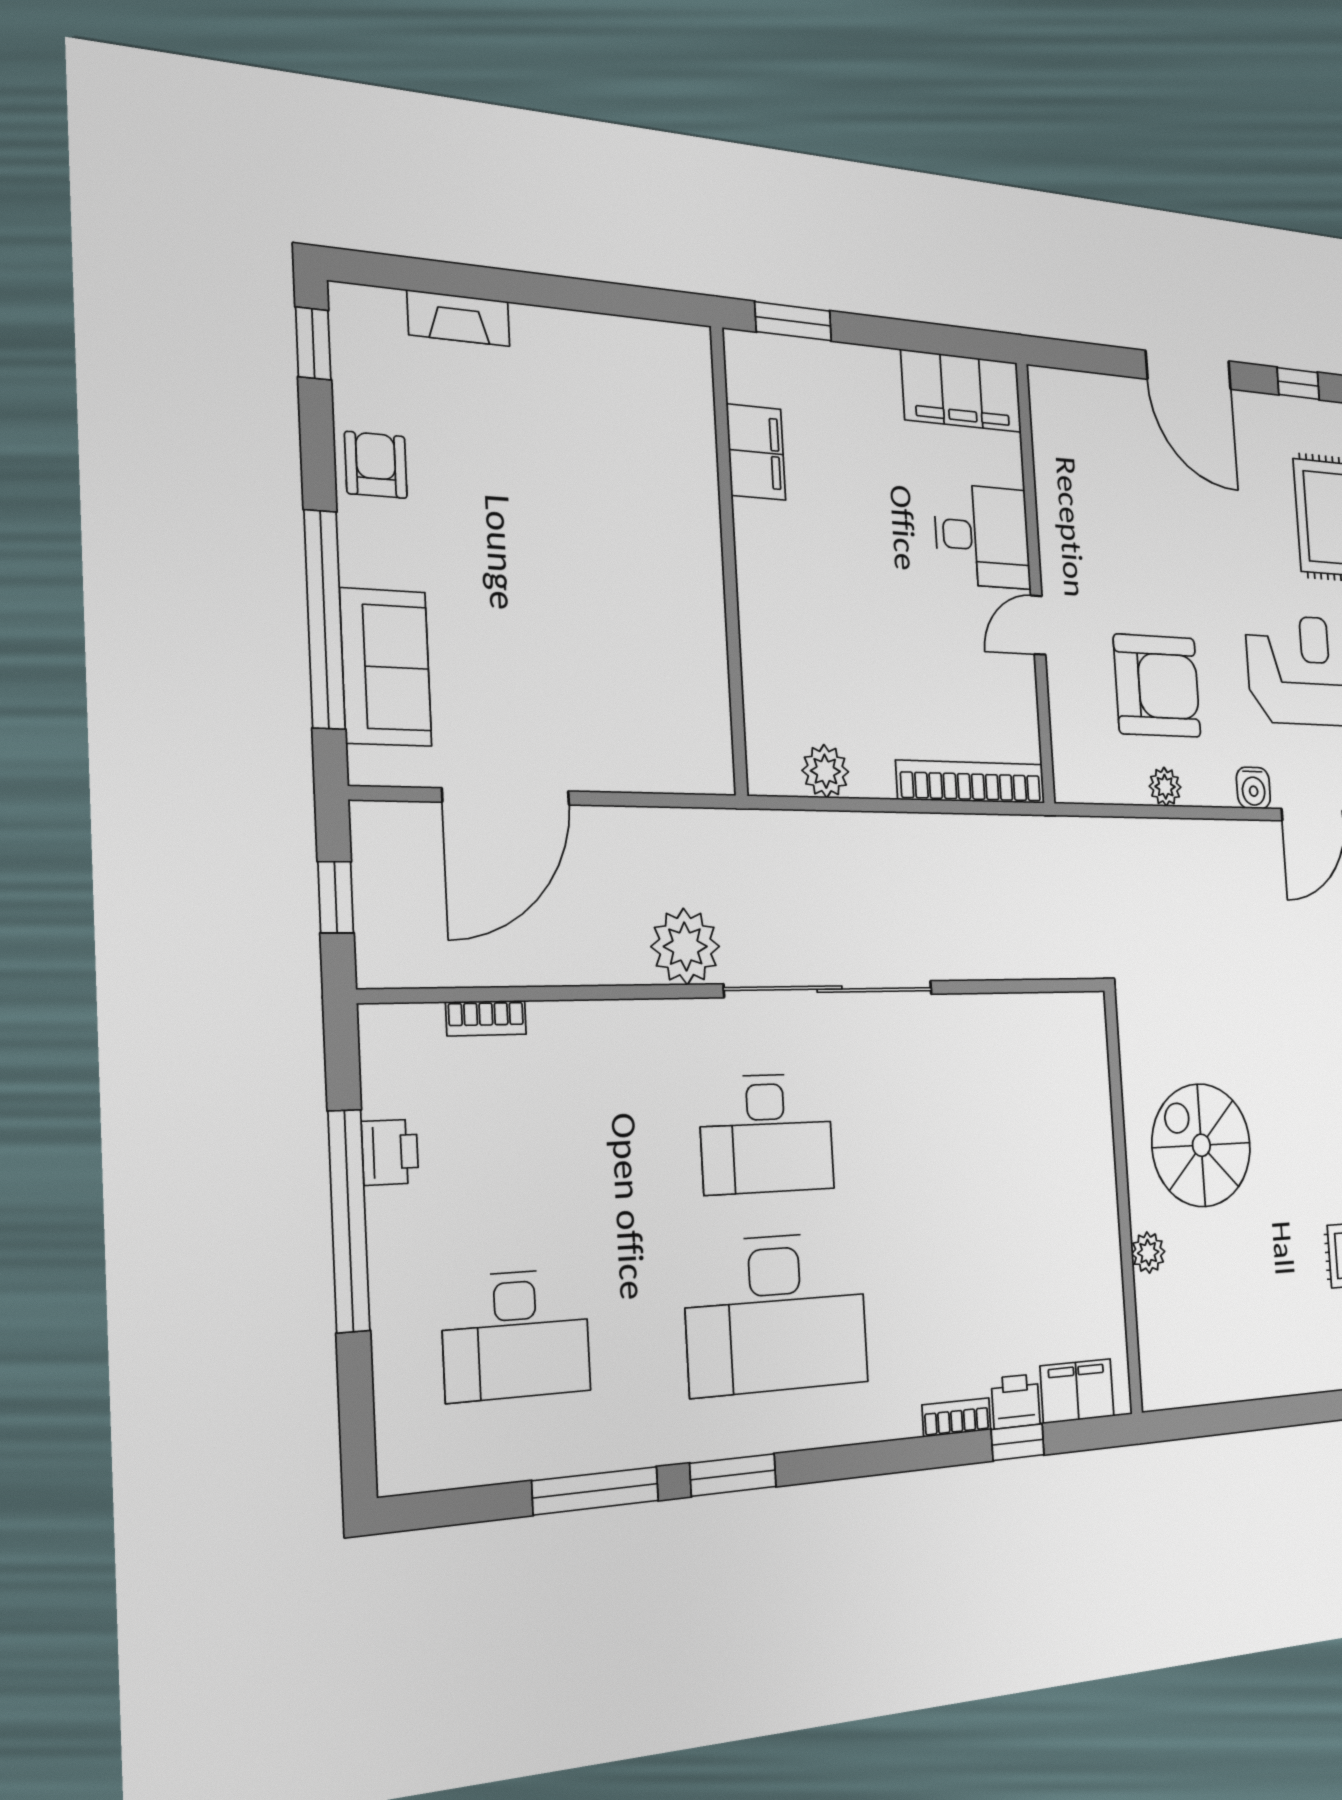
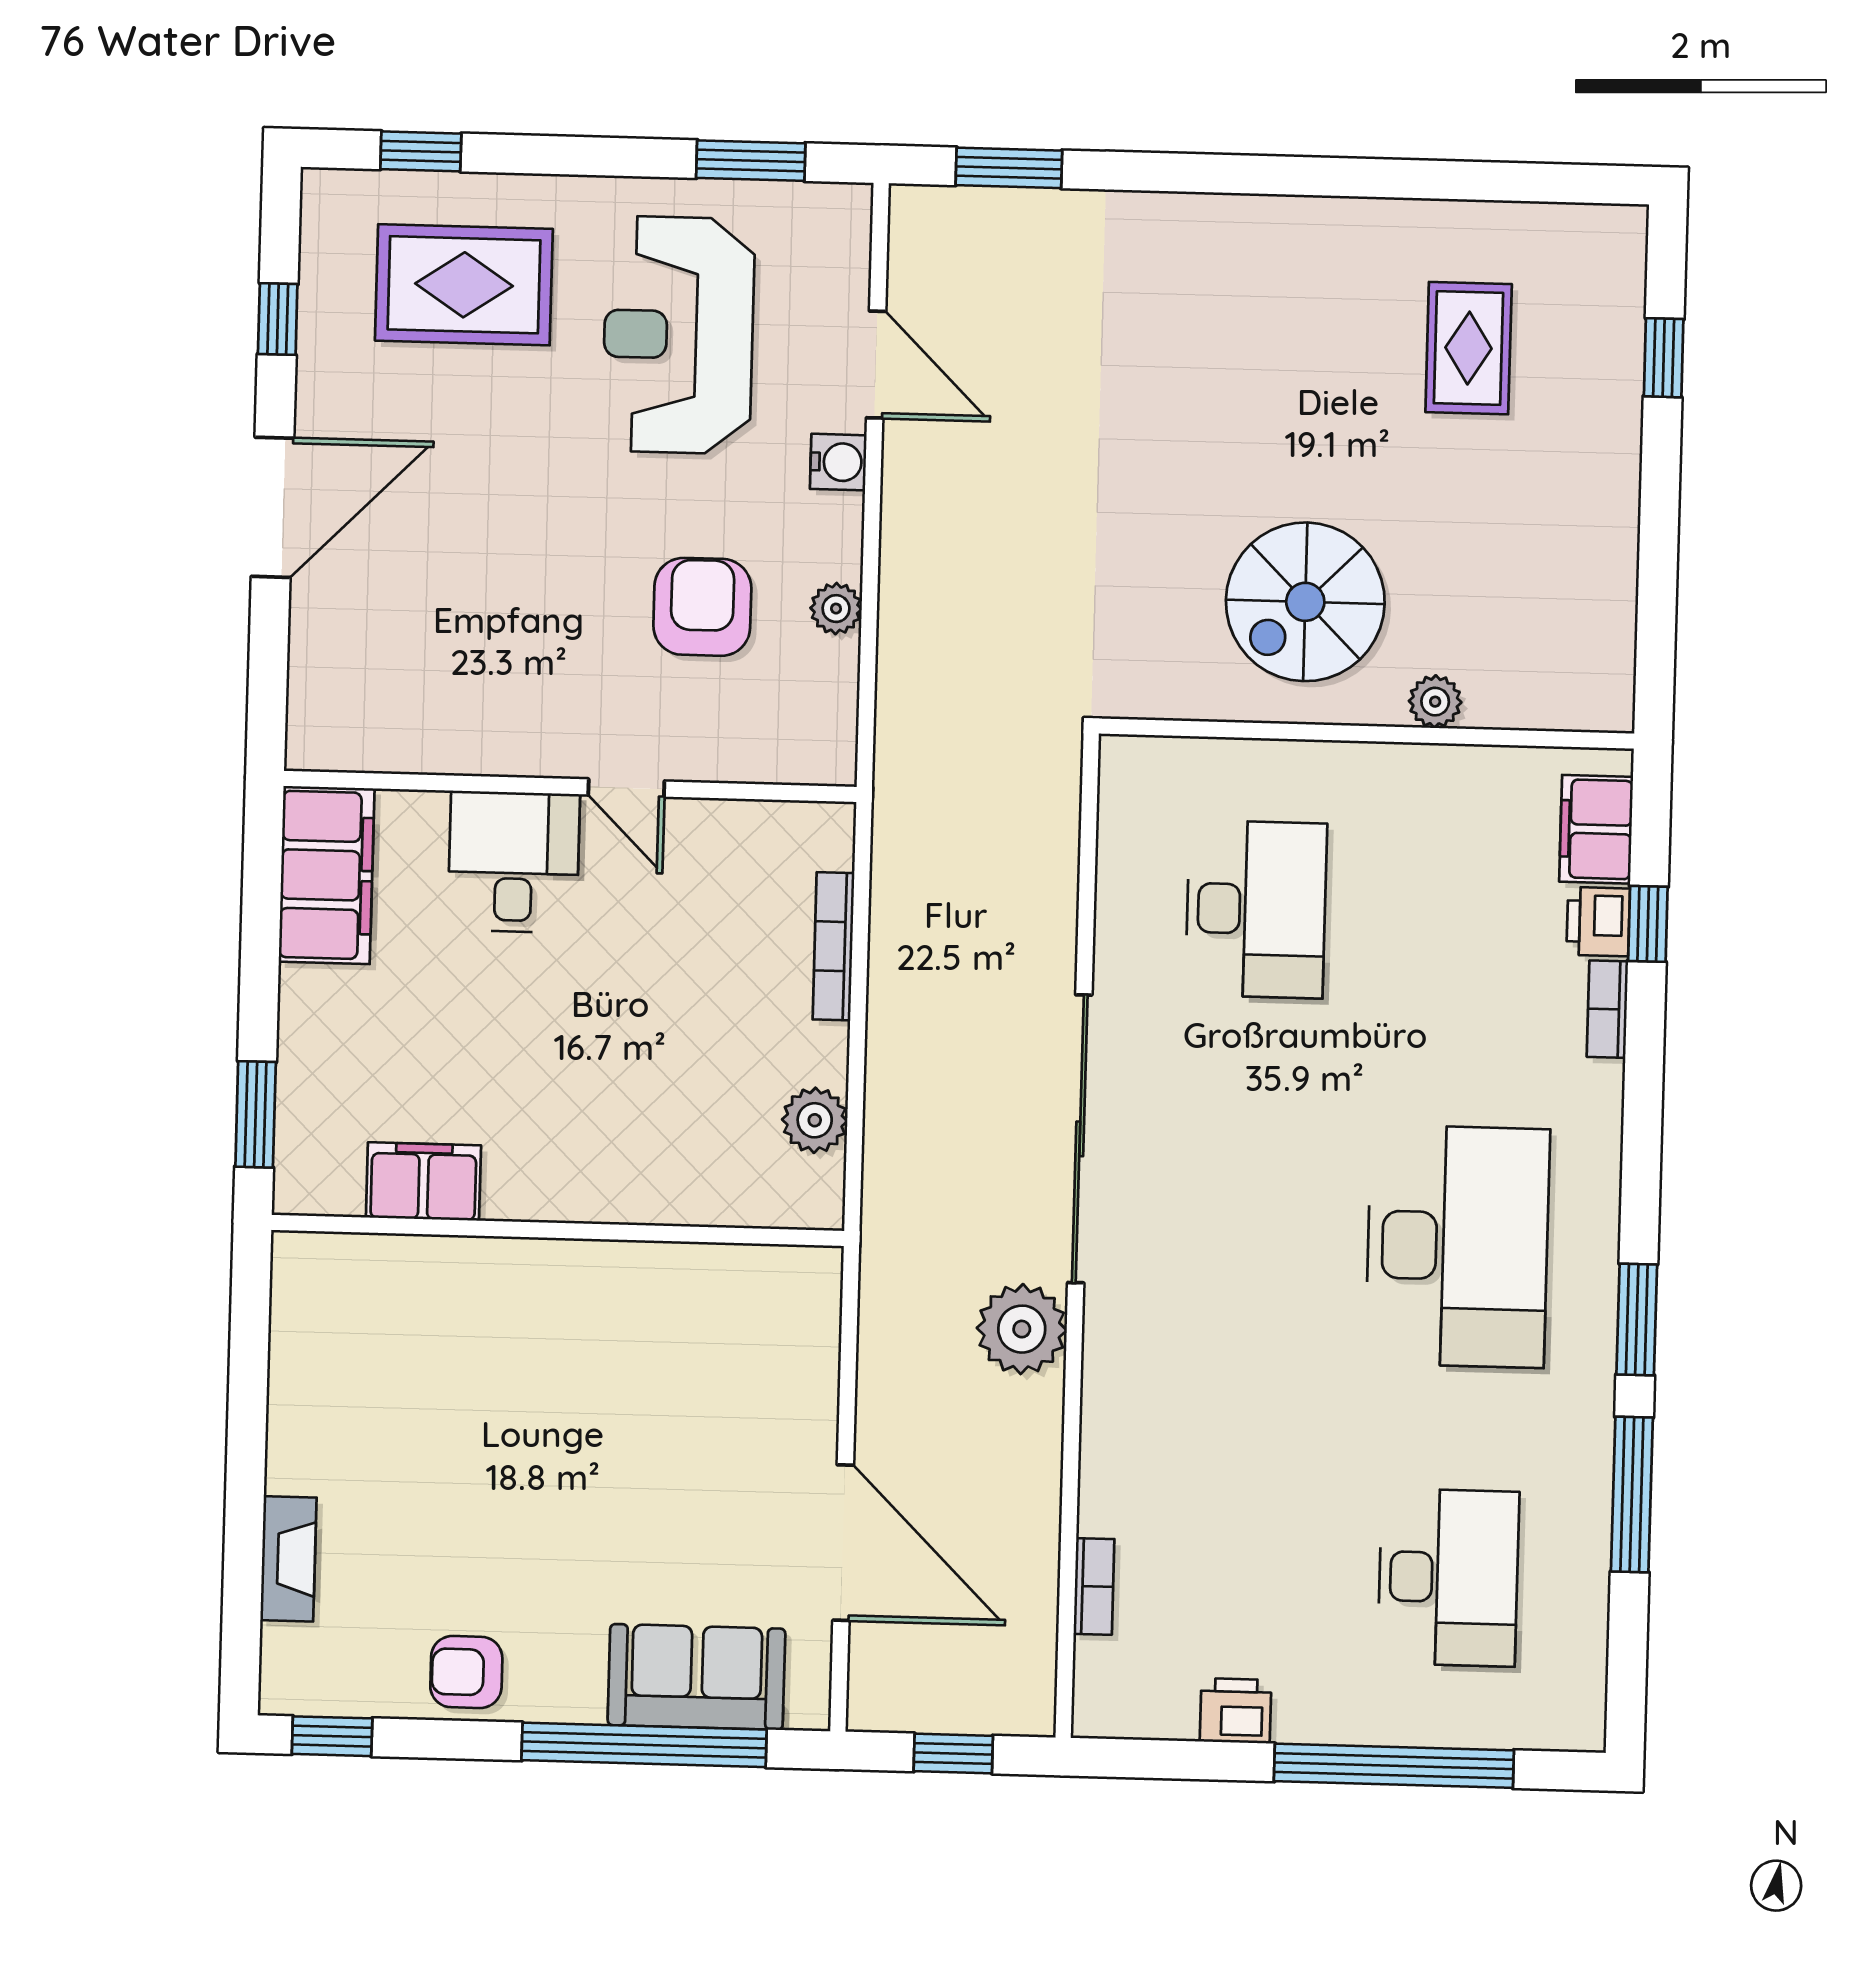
armchair: (1157, 686) -> (702, 607), width x0.73, depth x0.73
bookcase: (971, 782) -> (833, 946), width x0.68, depth x0.76
desk: (767, 1133) -> (1256, 909), moved
window: (349, 1221) -> (1394, 1766), moved

